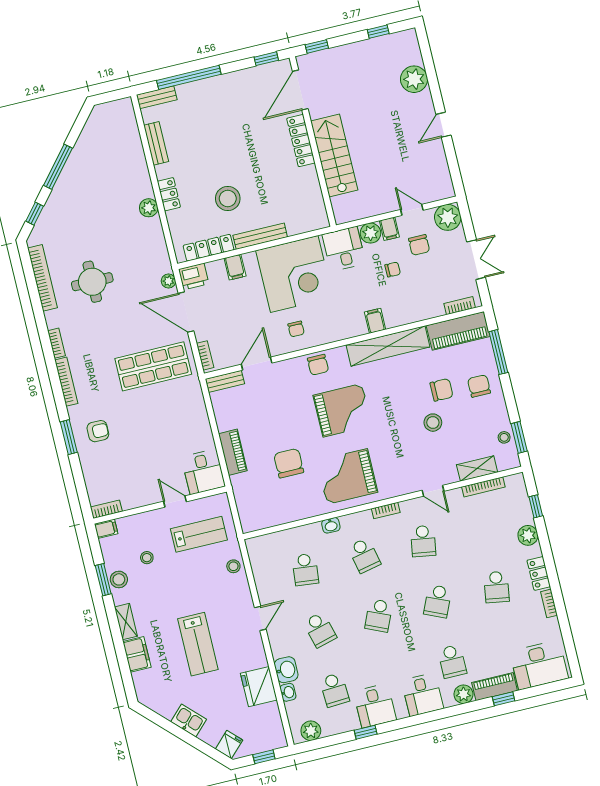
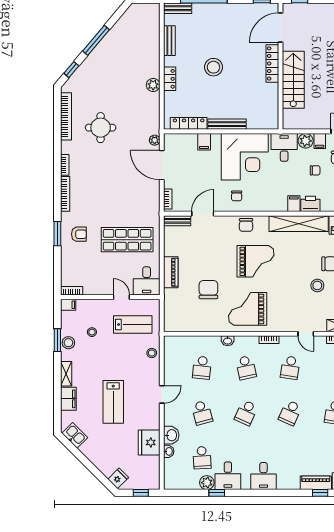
stool: (228, 198) -> (213, 67), moved
printer: (194, 276) -> (310, 204), moved, turned 180
shop shelf: (153, 366) -> (127, 240), moved
school desk: (452, 661) -> (290, 458), removed
plant: (463, 694) -> (292, 483), removed
kitchen sink: (189, 721) -> (75, 435), moved
plant: (311, 731) -> (207, 483), moved

